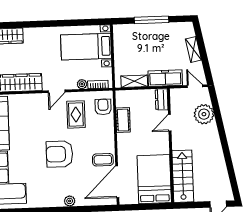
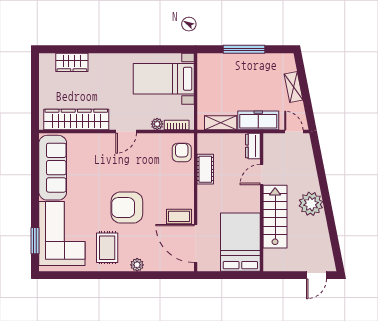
rug: (76, 114) -> (107, 248), moved
plant: (204, 114) -> (311, 204), moved
stairs: (183, 176) -> (275, 217), moved
door: (117, 182) -> (196, 244), hinge flipped

